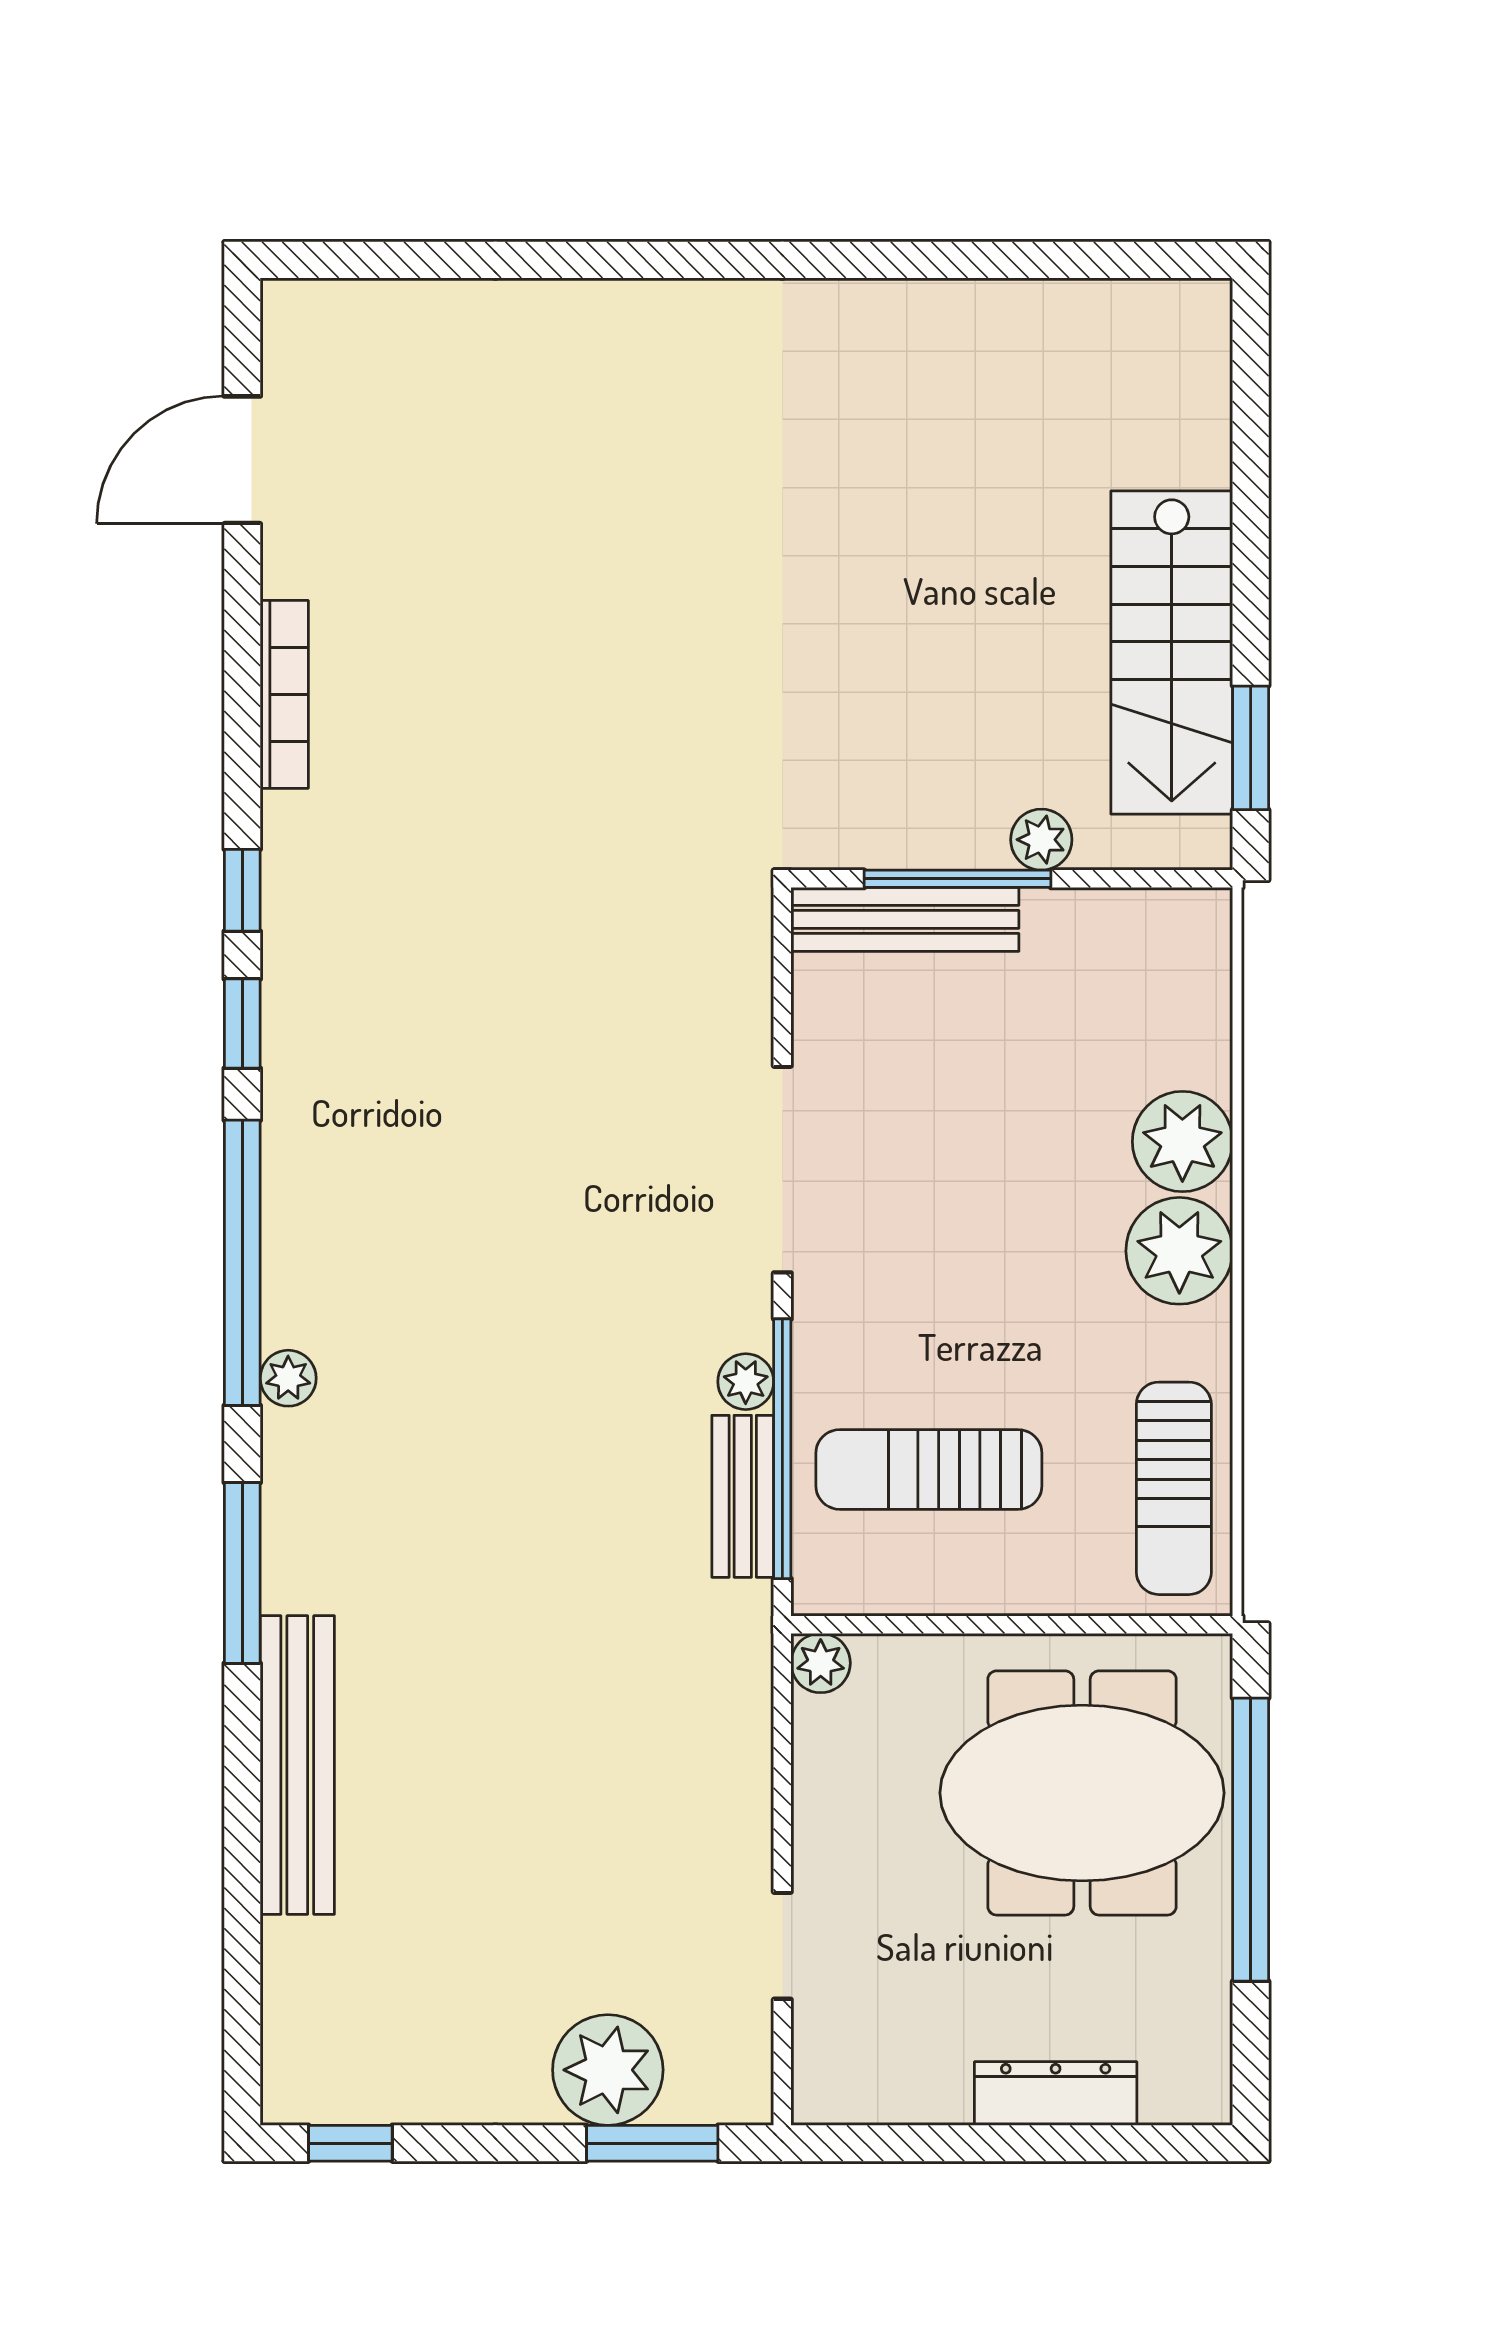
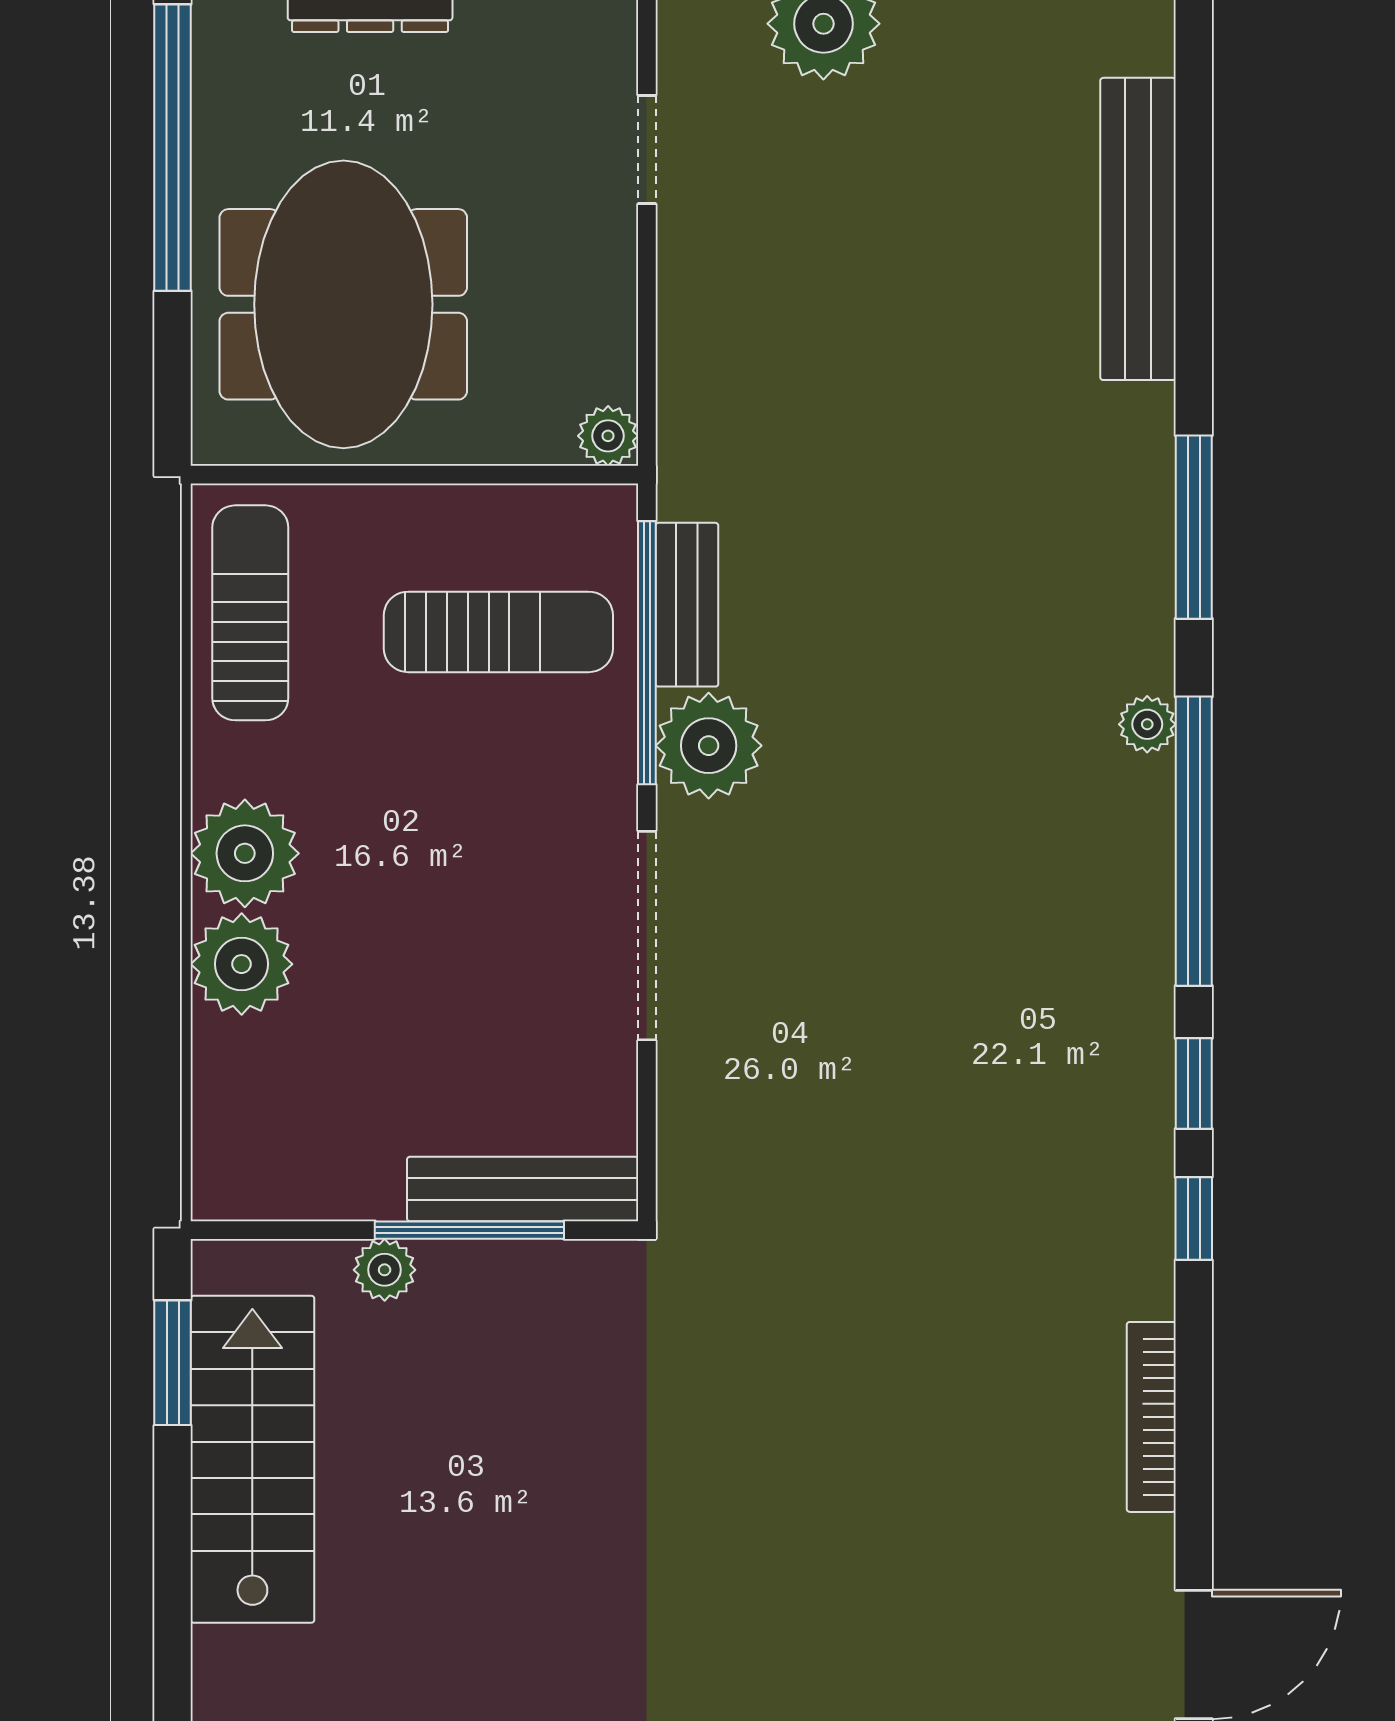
plant: (746, 1382) -> (709, 746), width x1.87, depth x1.87
bench: (297, 1765) -> (1138, 229), moved
meeting table: (1082, 1793) -> (343, 304), turned 90
window: (1251, 1840) -> (173, 148), moved

